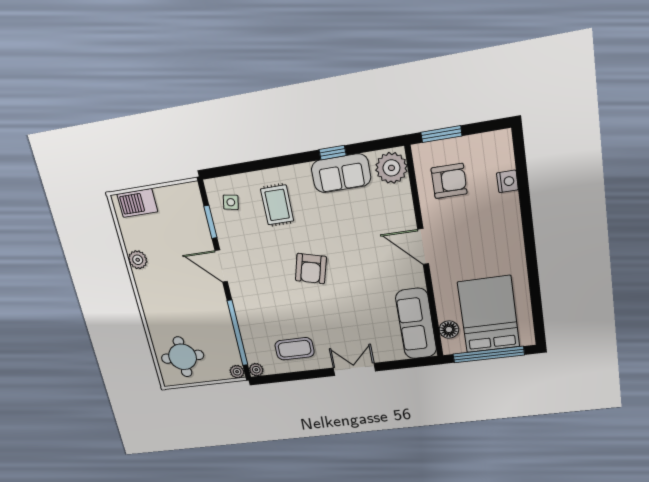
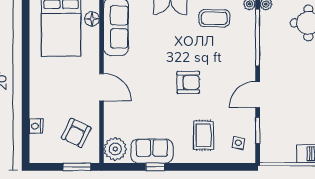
armchair: (449, 181) -> (76, 133), turned -64
door: (221, 266) -> (258, 95), swing flipped
armchair: (311, 269) -> (188, 82), turned 75

